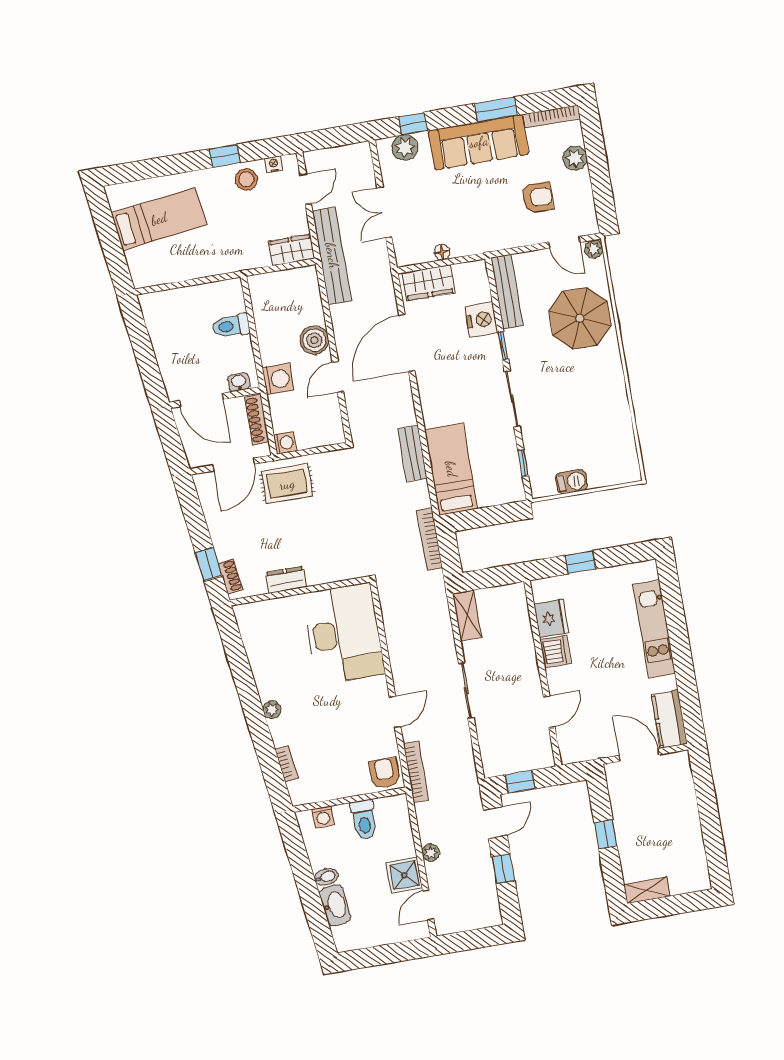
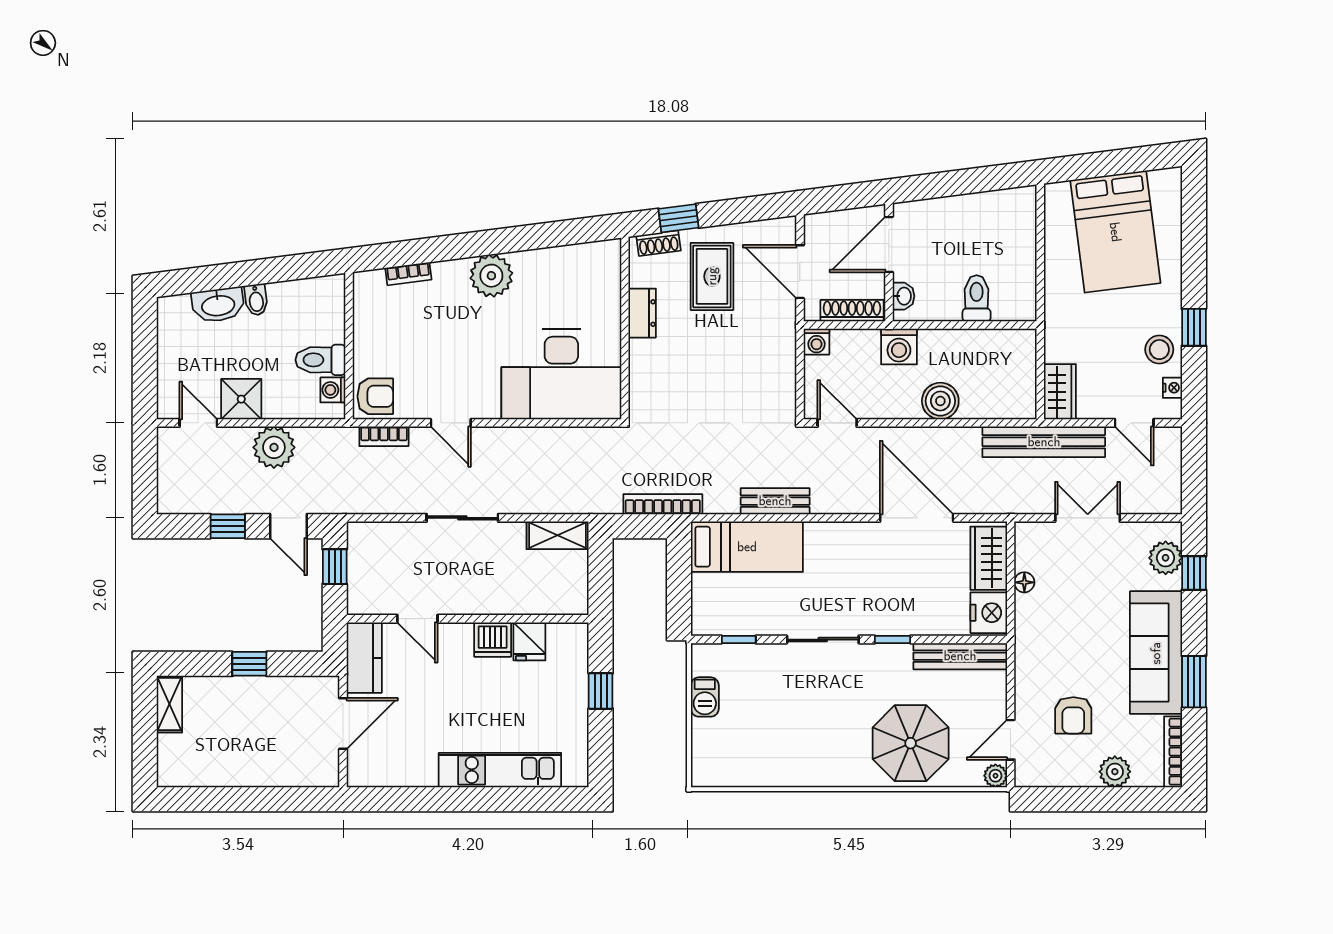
bed: (159, 219) -> (1115, 232), width x1.50
nightstand: (481, 320) -> (989, 613), moved, turned -90
door: (338, 377) -> (837, 423), moved
rug: (287, 484) -> (712, 276), moved
fridge: (551, 618) -> (529, 641), width x0.72
plant: (272, 710) -> (491, 276), width x1.88, depth x1.88
kitchen counter: (669, 719) -> (364, 658), moved, turned 90
bookcase: (416, 772) -> (384, 436), width x0.64
washing machine: (323, 817) -> (333, 390), moved
plant: (431, 853) -> (274, 447), width x1.88, depth x1.88

